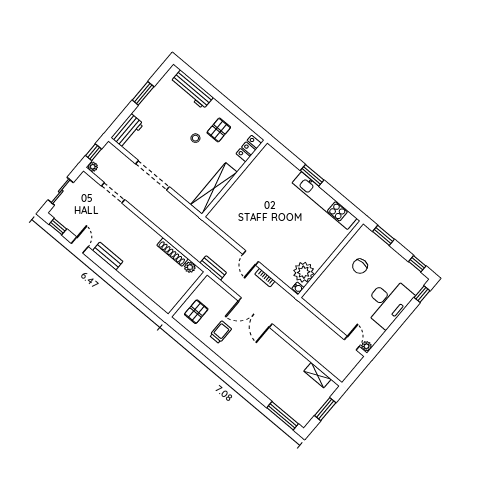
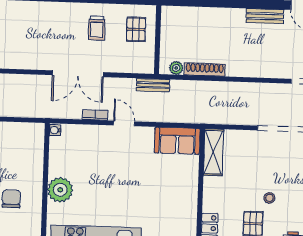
shelving: (214, 188) -> (213, 152), width x0.68
sofa: (226, 220) -> (177, 141), added
plant: (304, 272) -> (60, 190), moved
double door: (255, 312) -> (78, 74), swing flipped

